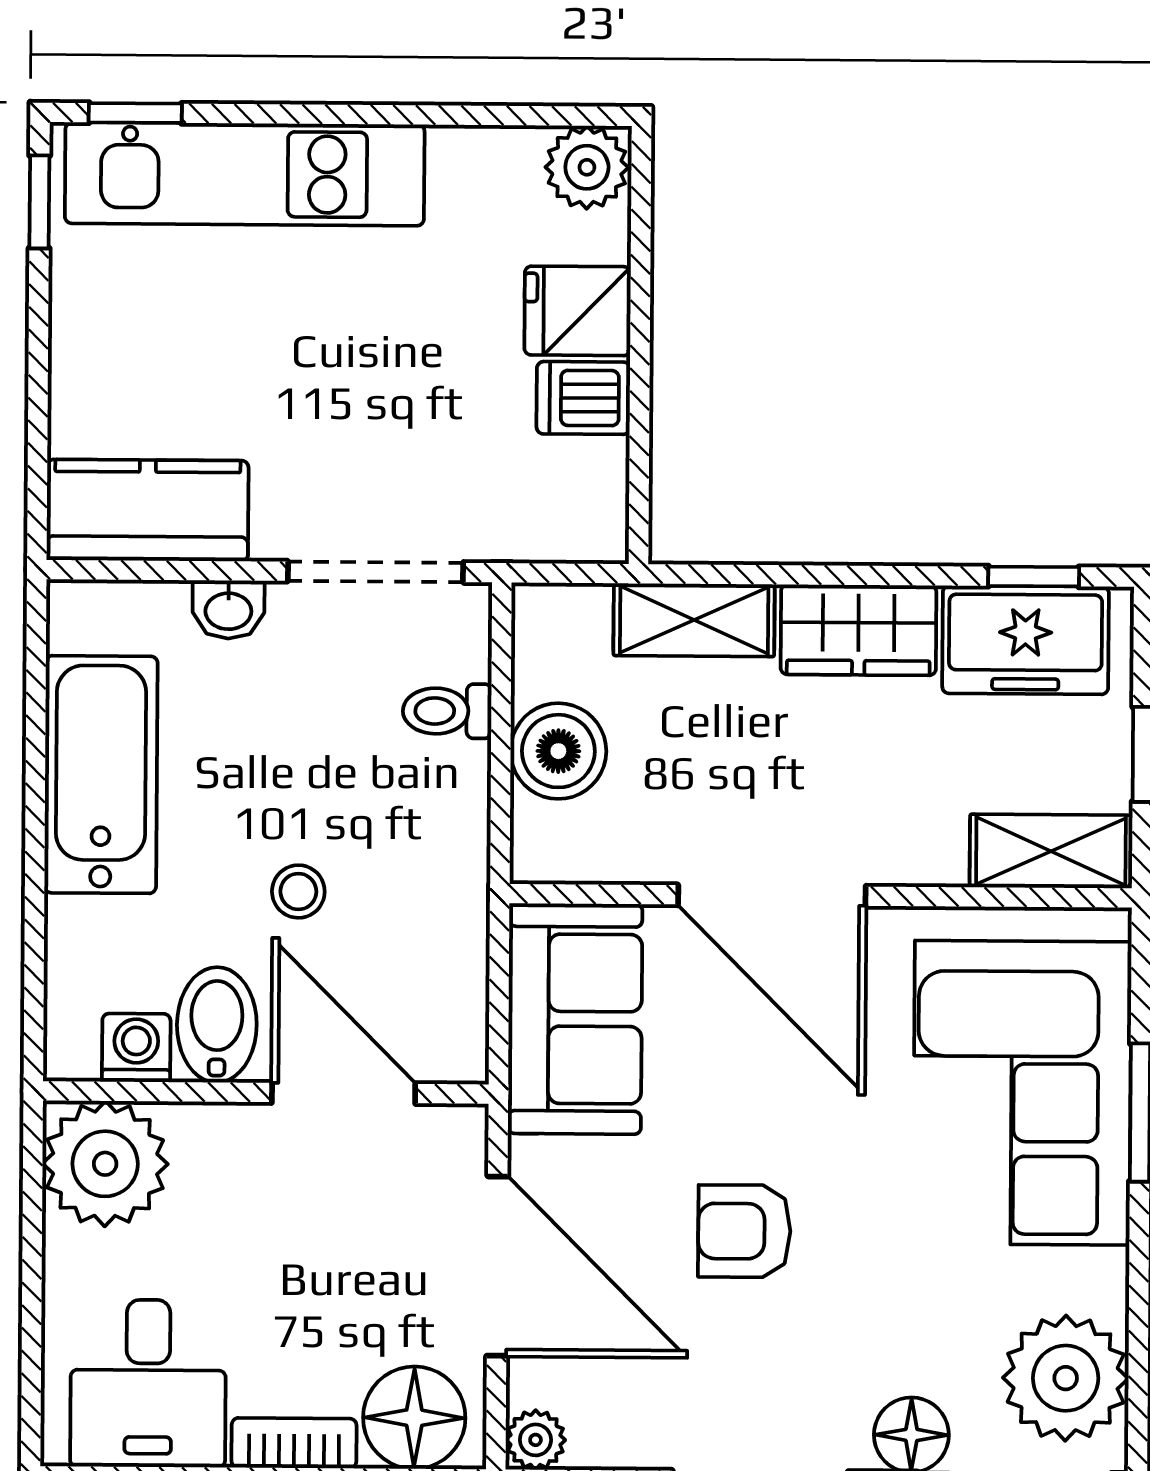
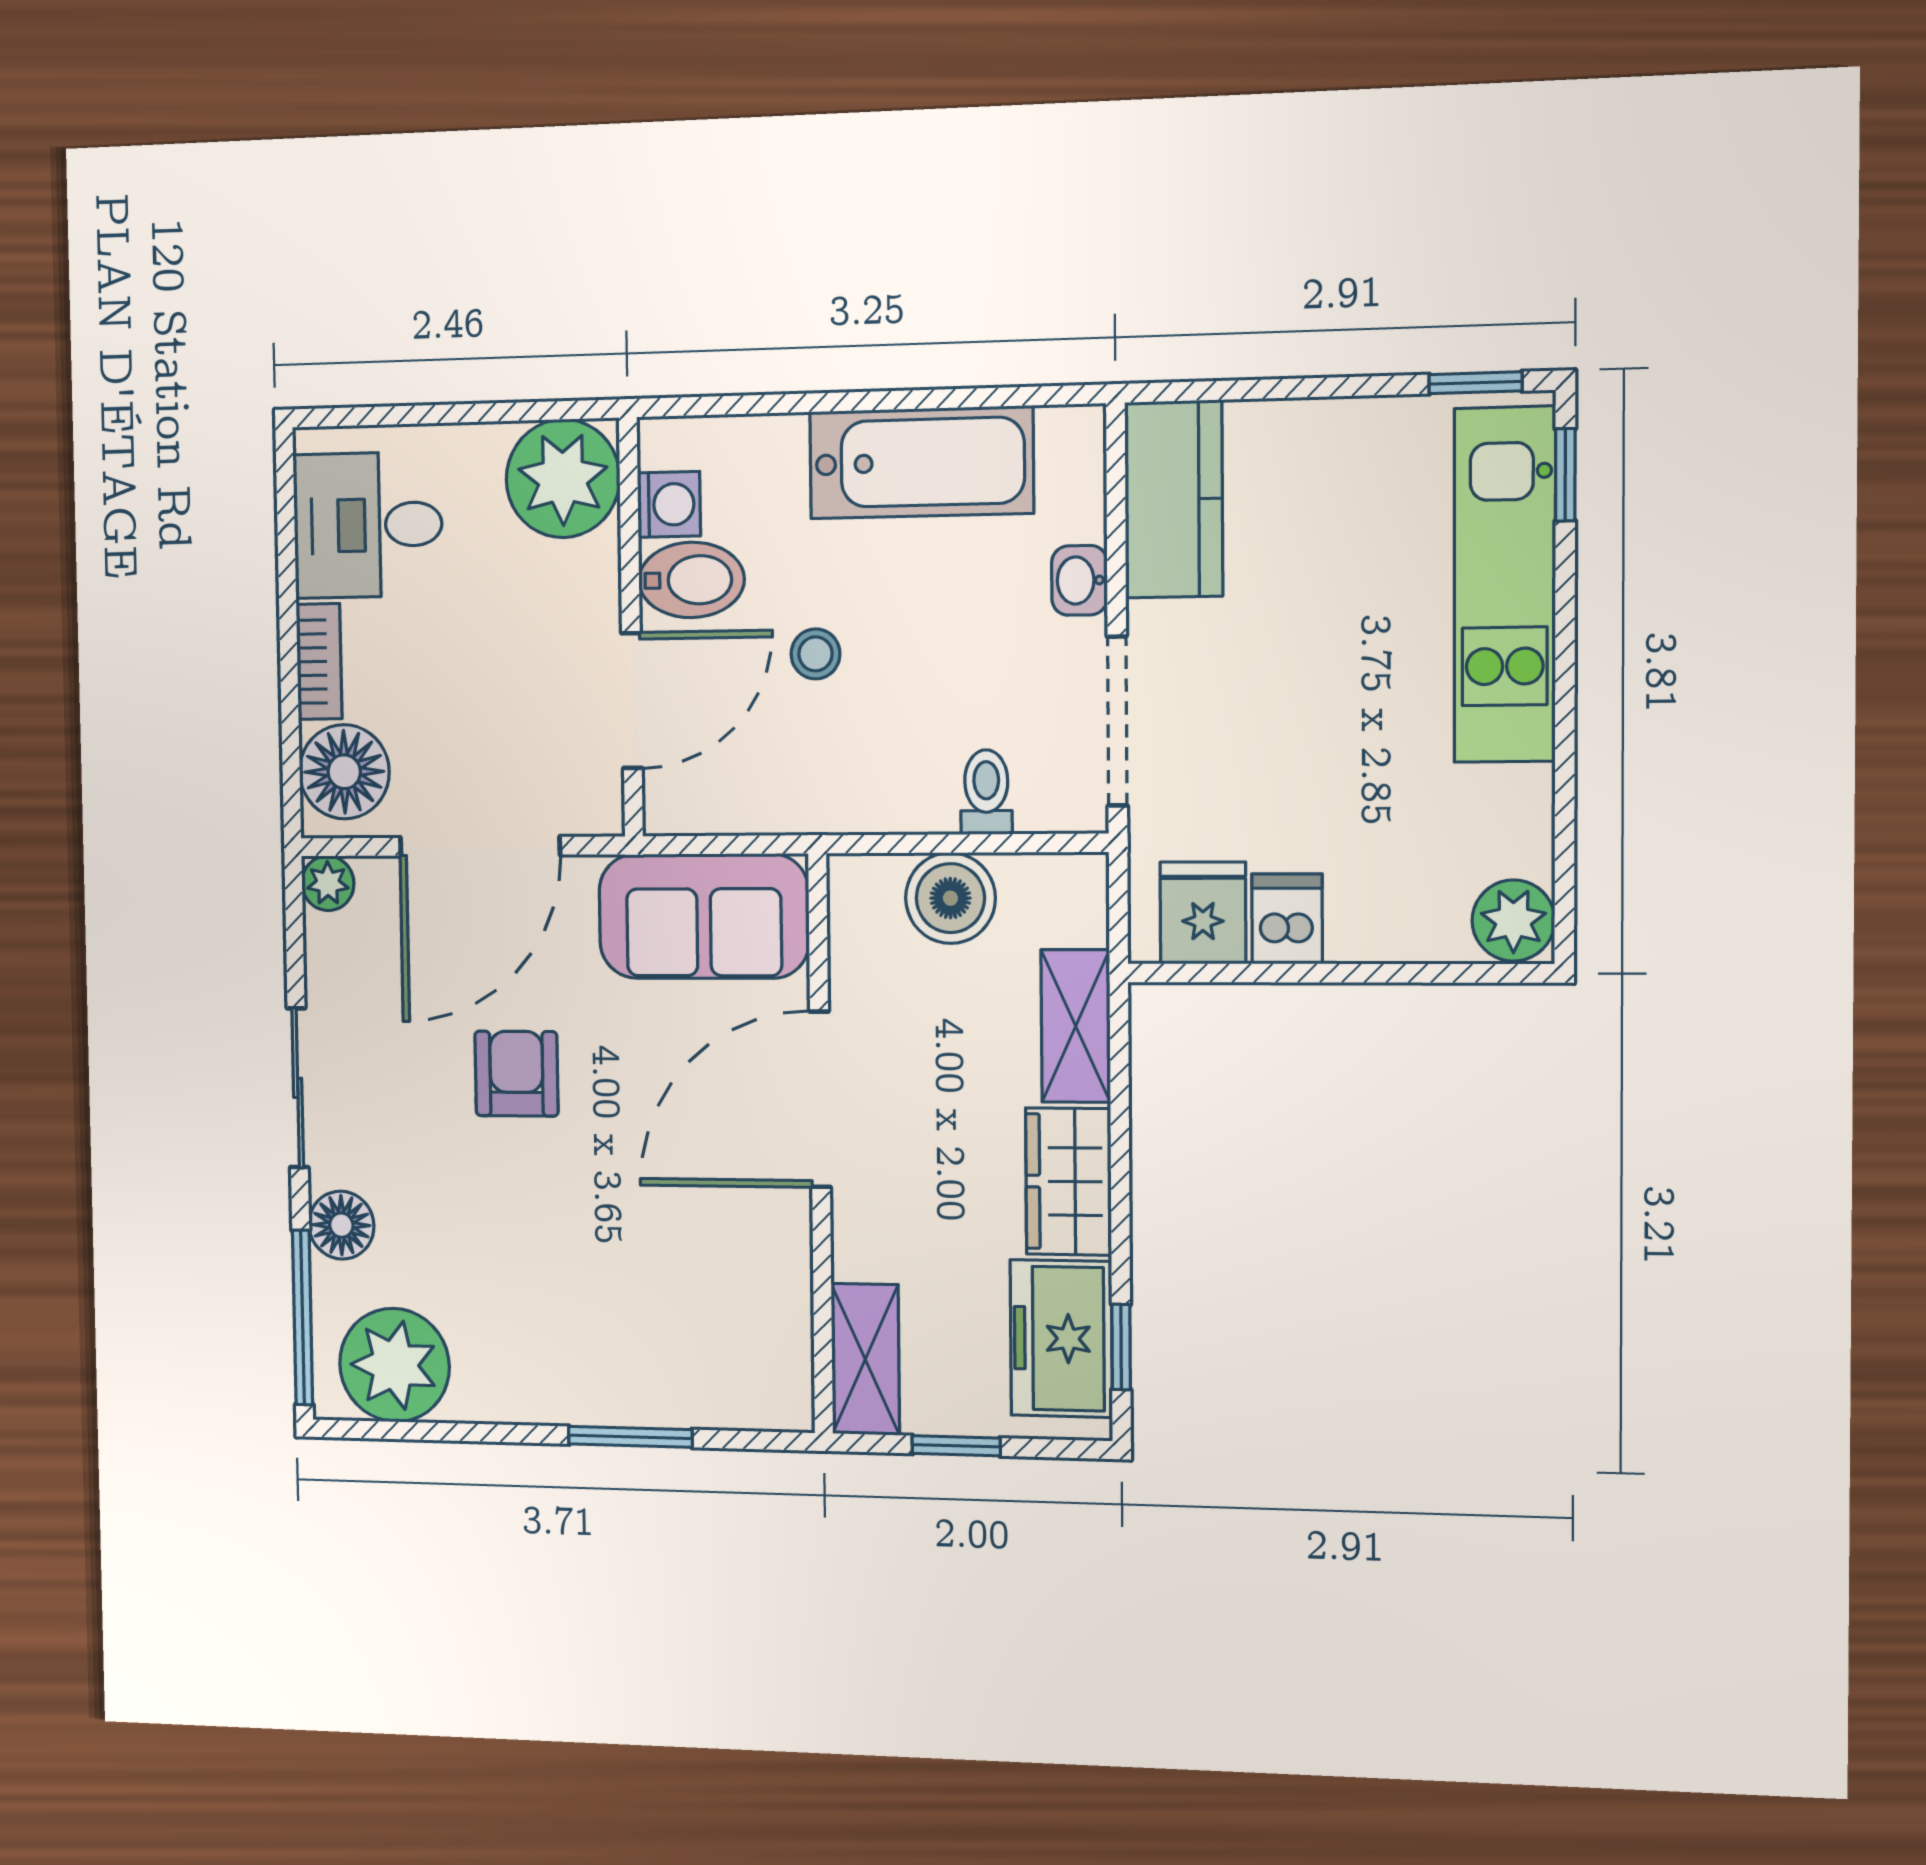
fridge: (578, 311) -> (1203, 913), moved
corner sofa: (1022, 1093) -> (646, 1329), removed

